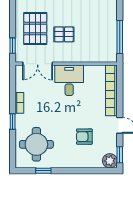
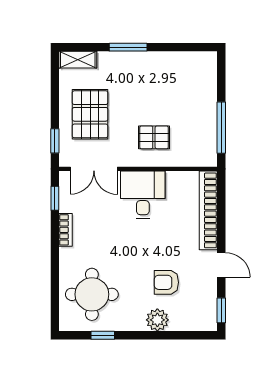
pallet: (64, 34) -> (154, 137), moved
window: (13, 122) -> (55, 198), moved
plant: (110, 161) -> (157, 320), moved

